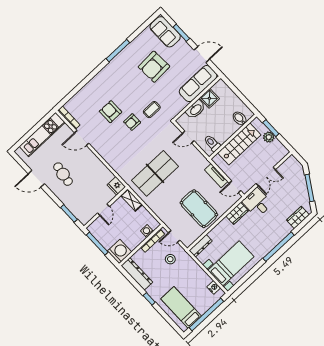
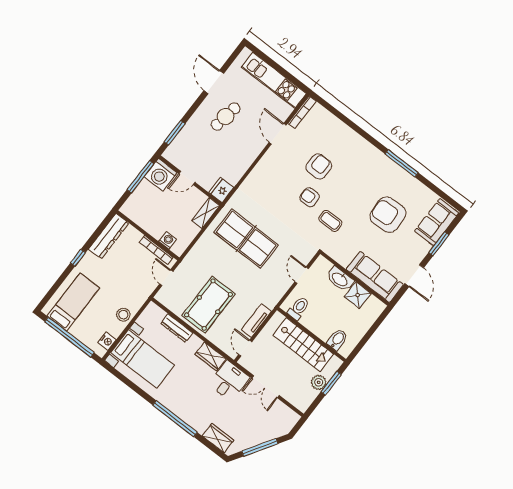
dresser: (201, 246) -> (177, 328), moved
washing machine: (120, 251) -> (161, 175), moved, turned 90
stool: (170, 259) -> (123, 315), moved

